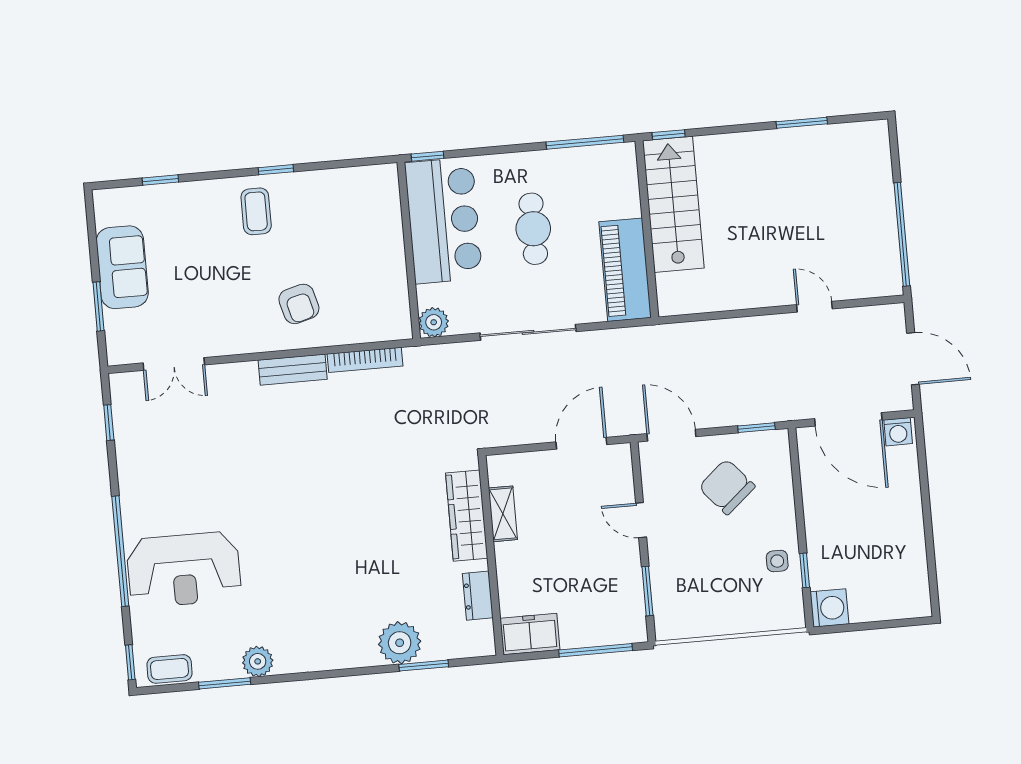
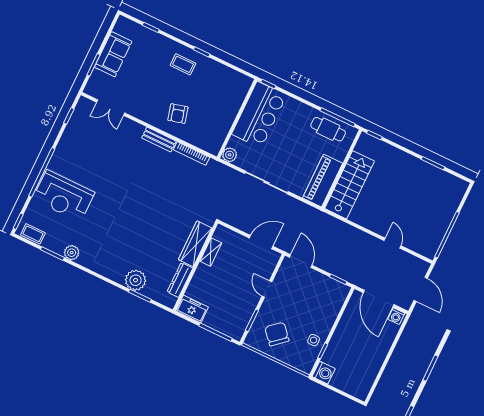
stairs: (673, 204) -> (350, 185), moved
coffee table: (256, 211) -> (183, 64), turned 90
cafe table: (533, 229) -> (328, 129), moved, turned 90
chair: (727, 487) -> (277, 334), moved
dresser: (478, 596) -> (180, 280), width x1.44

